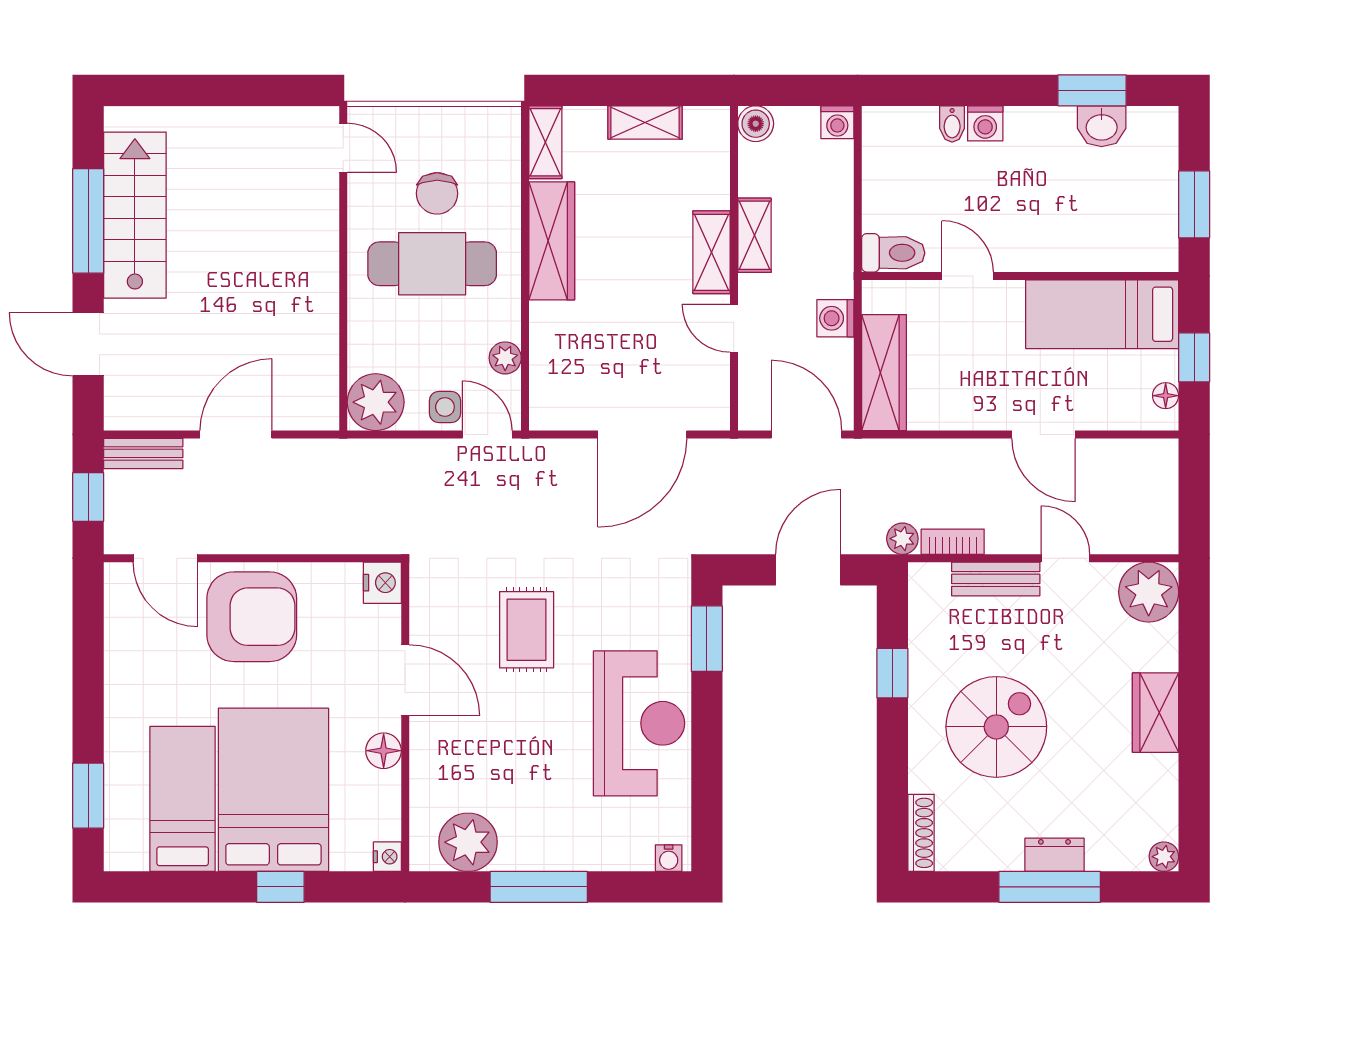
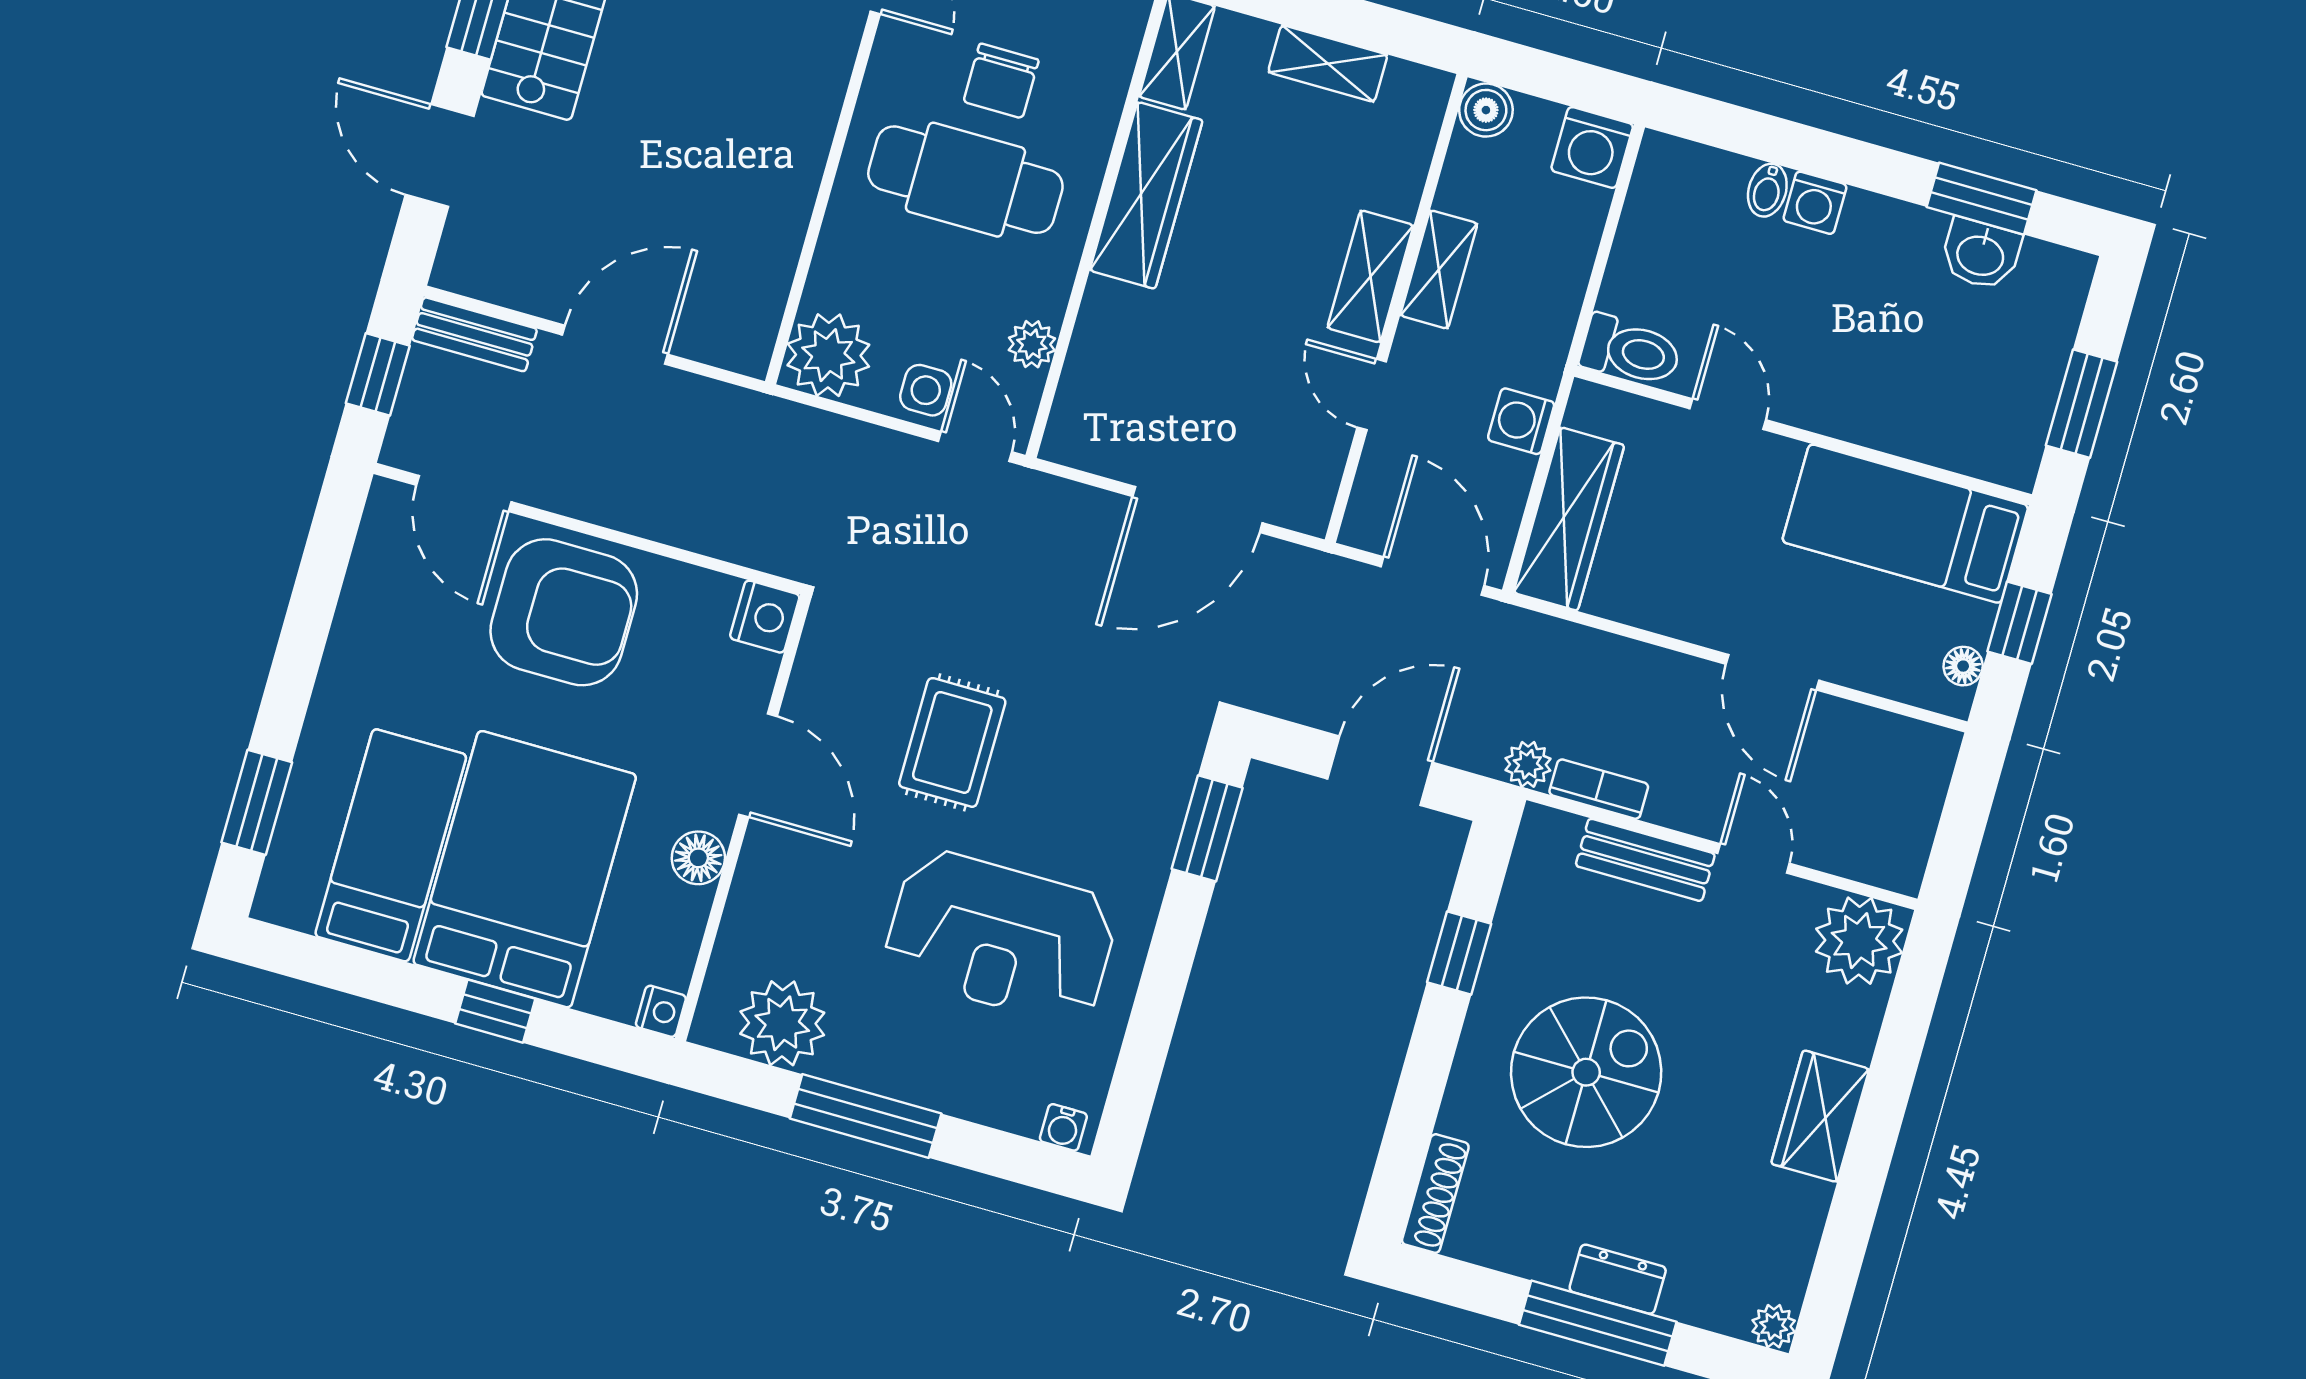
washing machine: (837, 122) -> (1592, 147), width x1.38, depth x1.38
reception desk: (639, 723) -> (1001, 937), moved, turned 90

